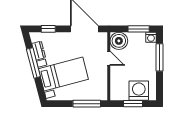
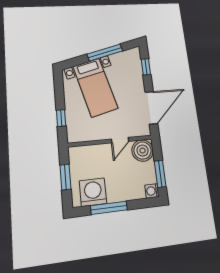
dresser: (39, 51) -> (120, 58), removed
window: (159, 57) -> (109, 208), moved
washing machine: (139, 91) -> (93, 192), moved, turned -90
window: (87, 104) -> (61, 118), width x0.46

